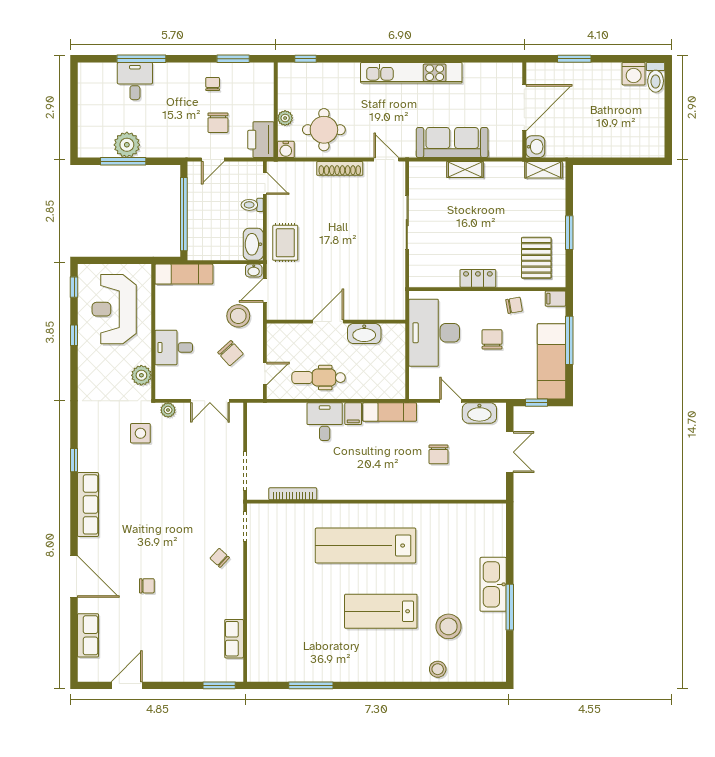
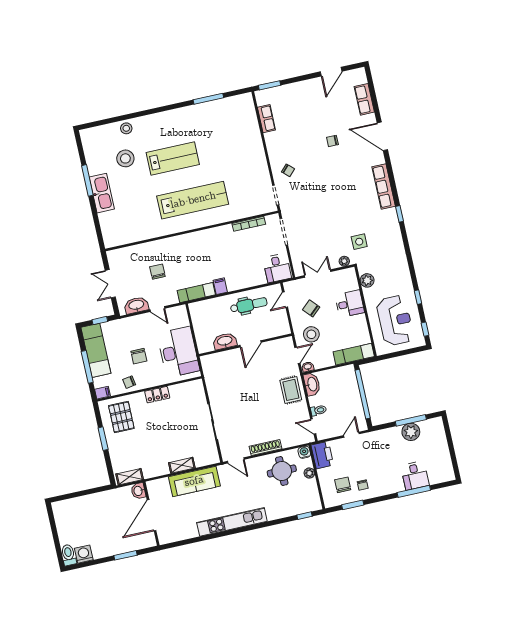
chair: (218, 123) -> (343, 485), moved
desk: (325, 422) -> (277, 268), moved

